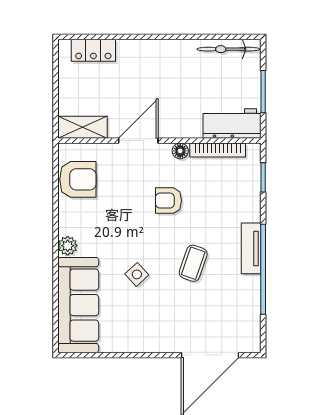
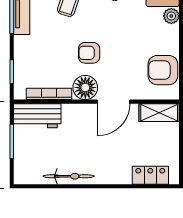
bicycle: (228, 49) -> (69, 176), moved
floor lamp: (180, 151) -> (85, 88), width x1.89, depth x1.89
armchair: (168, 201) -> (89, 53), turned 180

